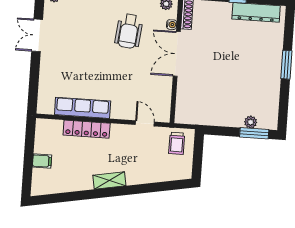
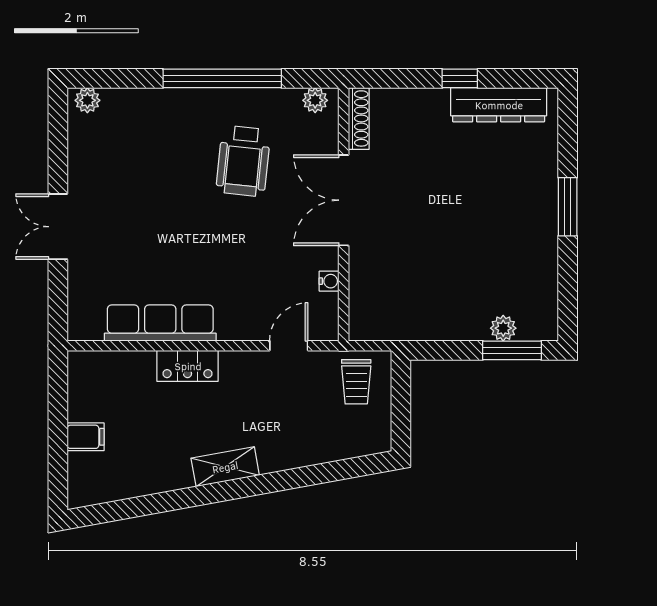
water cooler: (172, 25) -> (329, 281), moved
double door: (37, 35) -> (58, 227), moved
door: (145, 123) -> (289, 346), hinge flipped
locker: (87, 129) -> (188, 366), width x0.66

